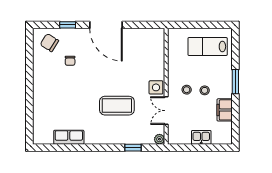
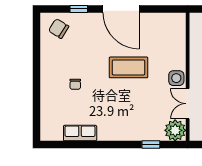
chair: (70, 61) -> (75, 84), moved
coffee table: (117, 106) -> (128, 67), moved
plant: (159, 139) -> (175, 130), width x1.88, depth x1.88

